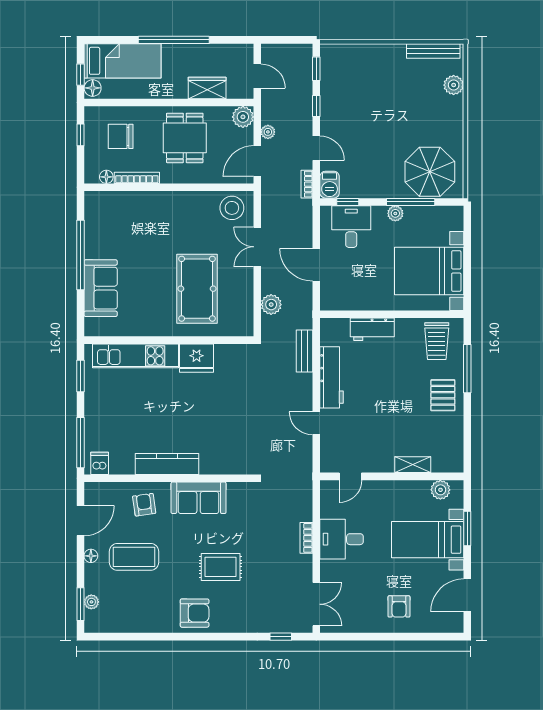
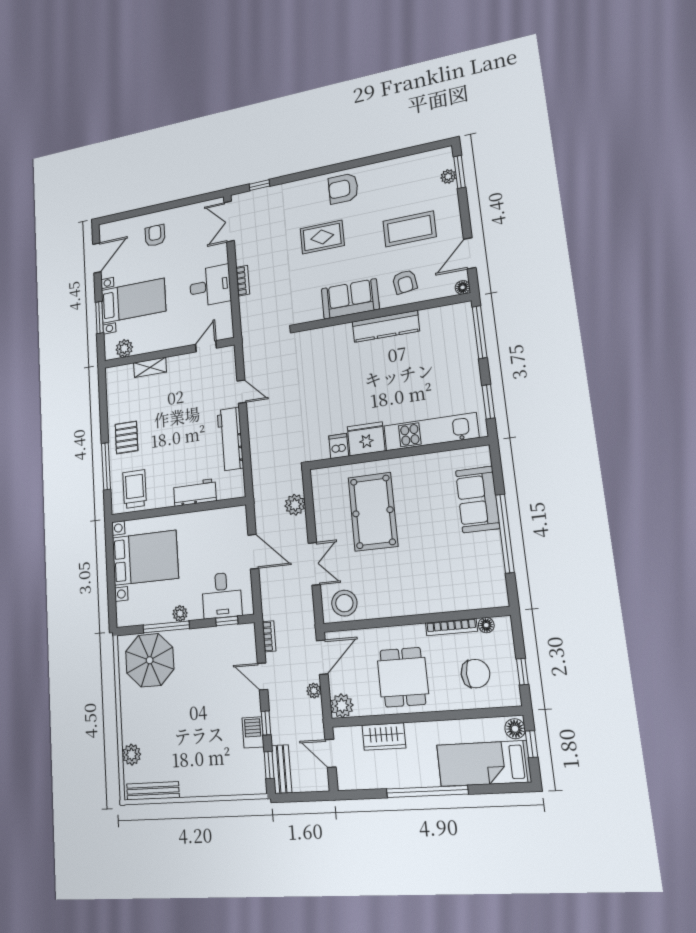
barbecue: (330, 185) -> (253, 732), moved
bench: (304, 351) -> (282, 769), moved
dishwasher: (100, 463) -> (339, 446), moved, turned 180
floor lamp: (91, 556) -> (463, 287), moved

